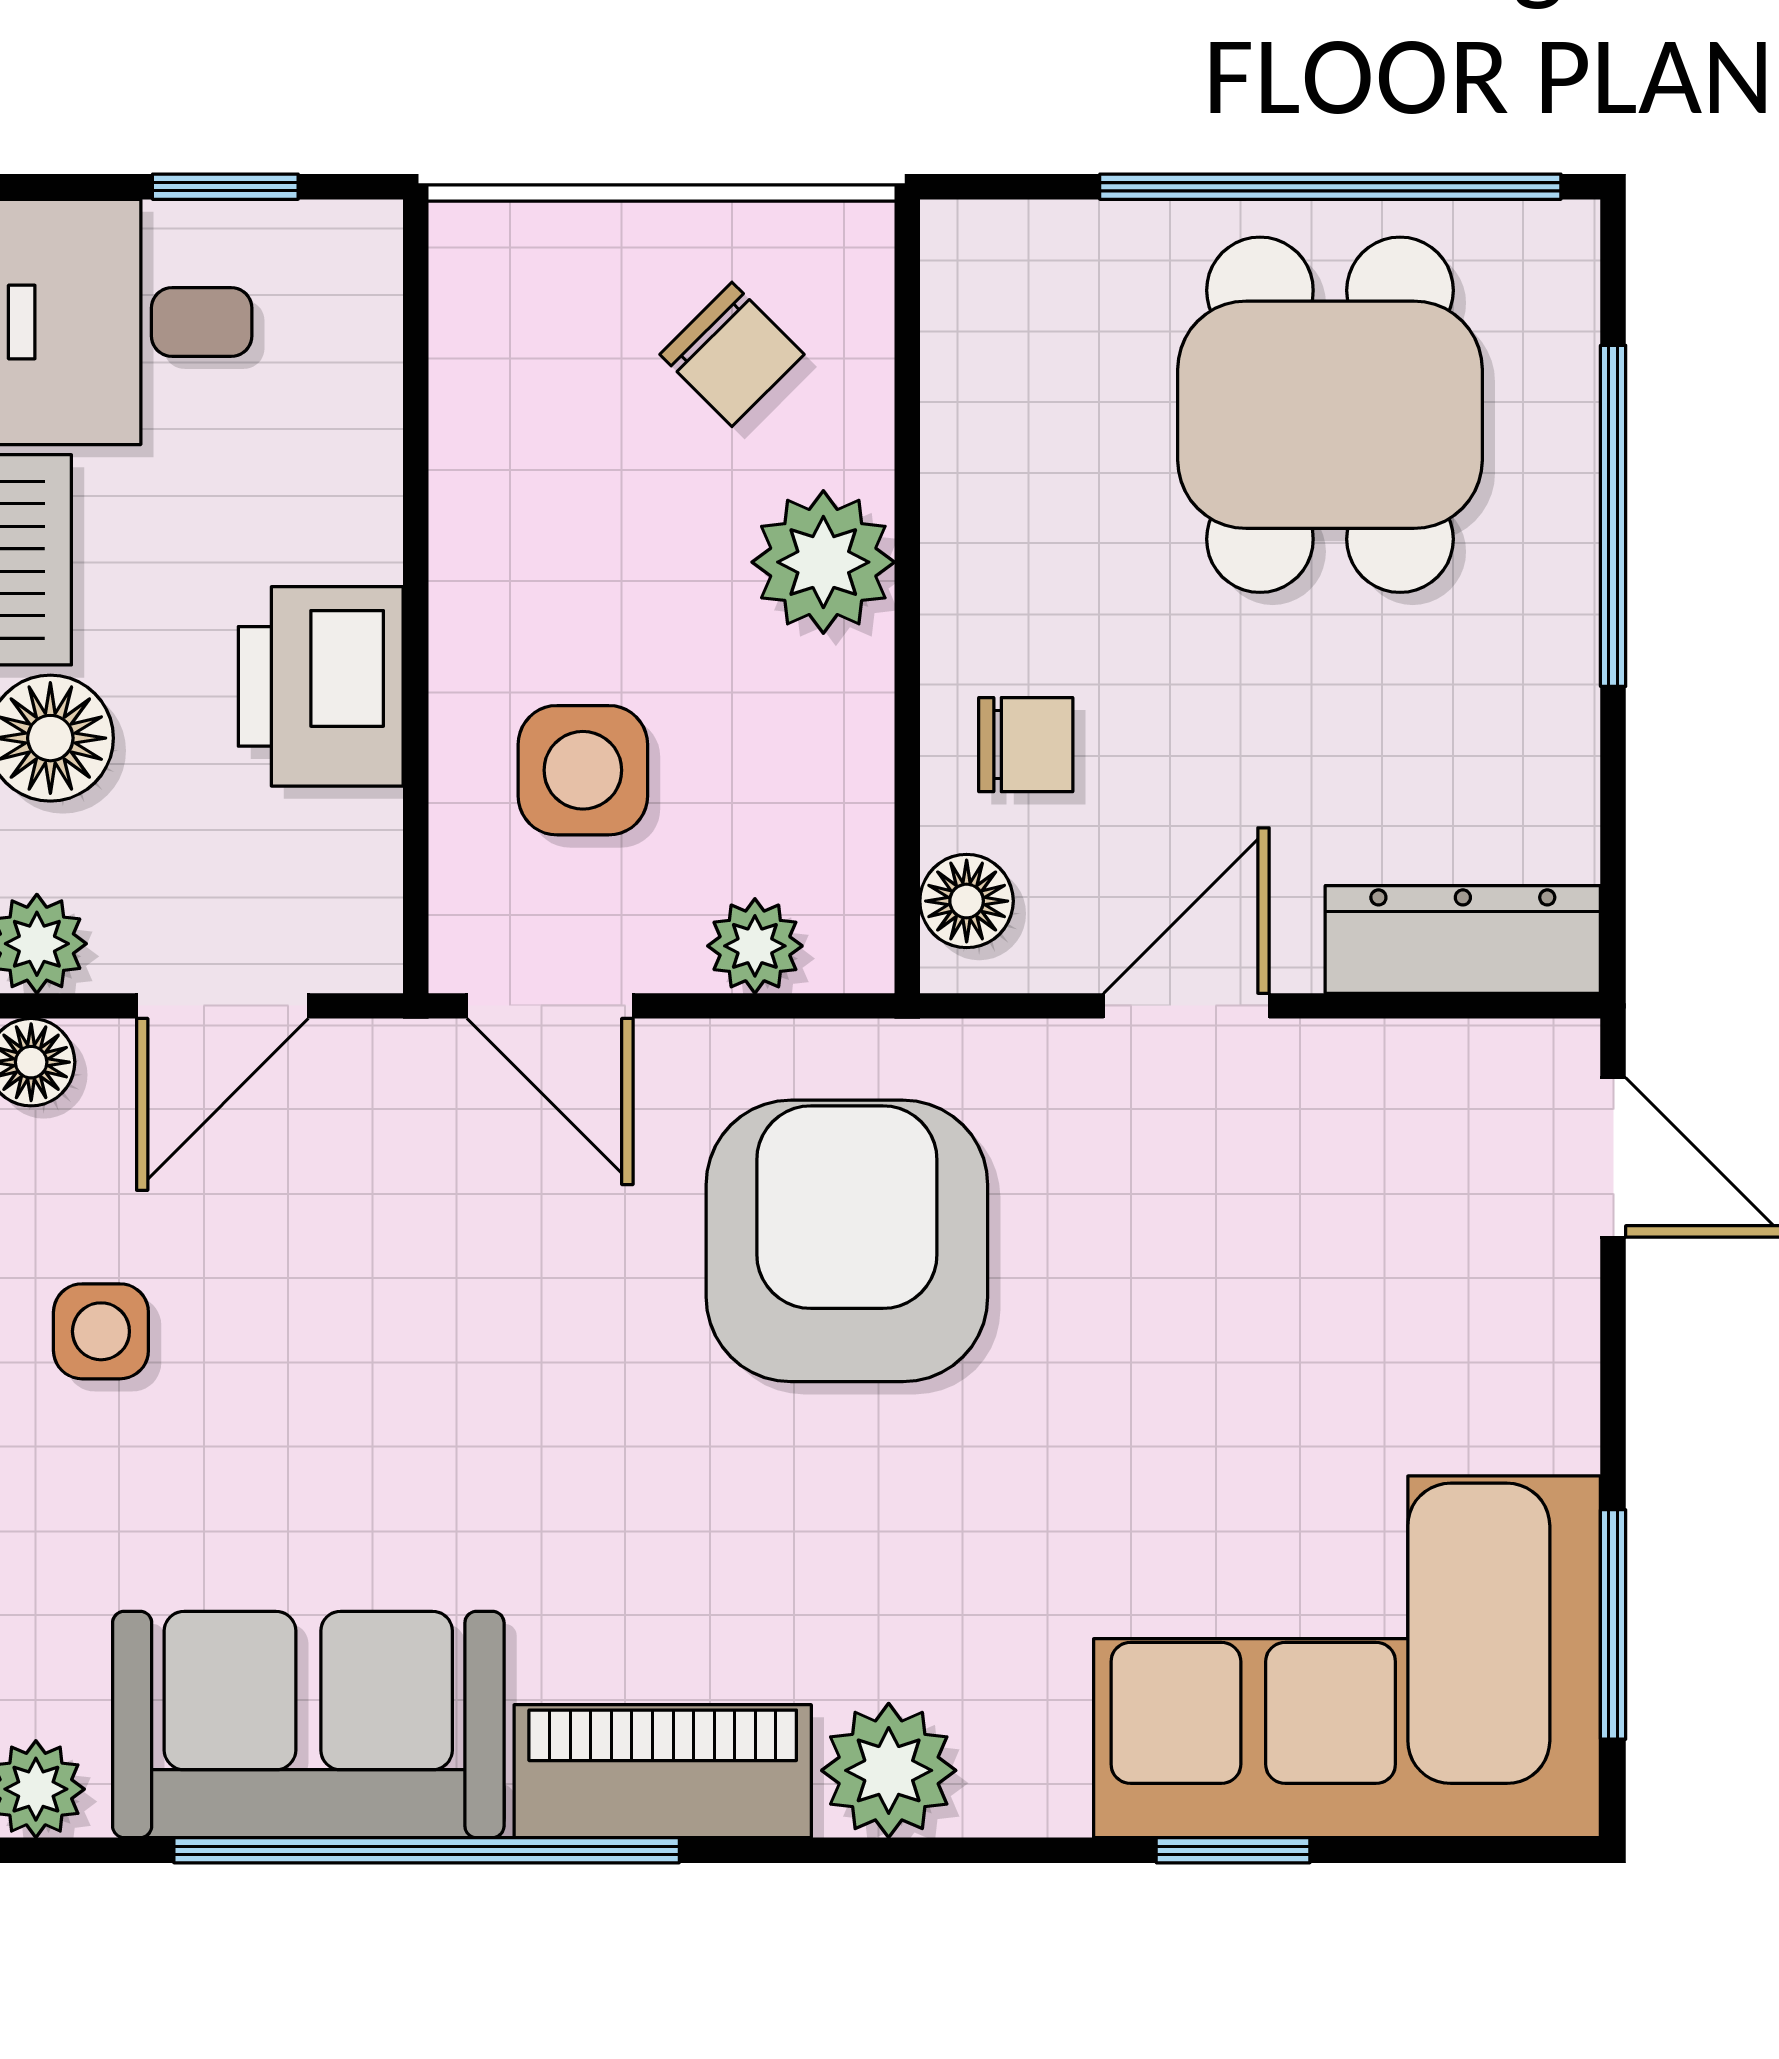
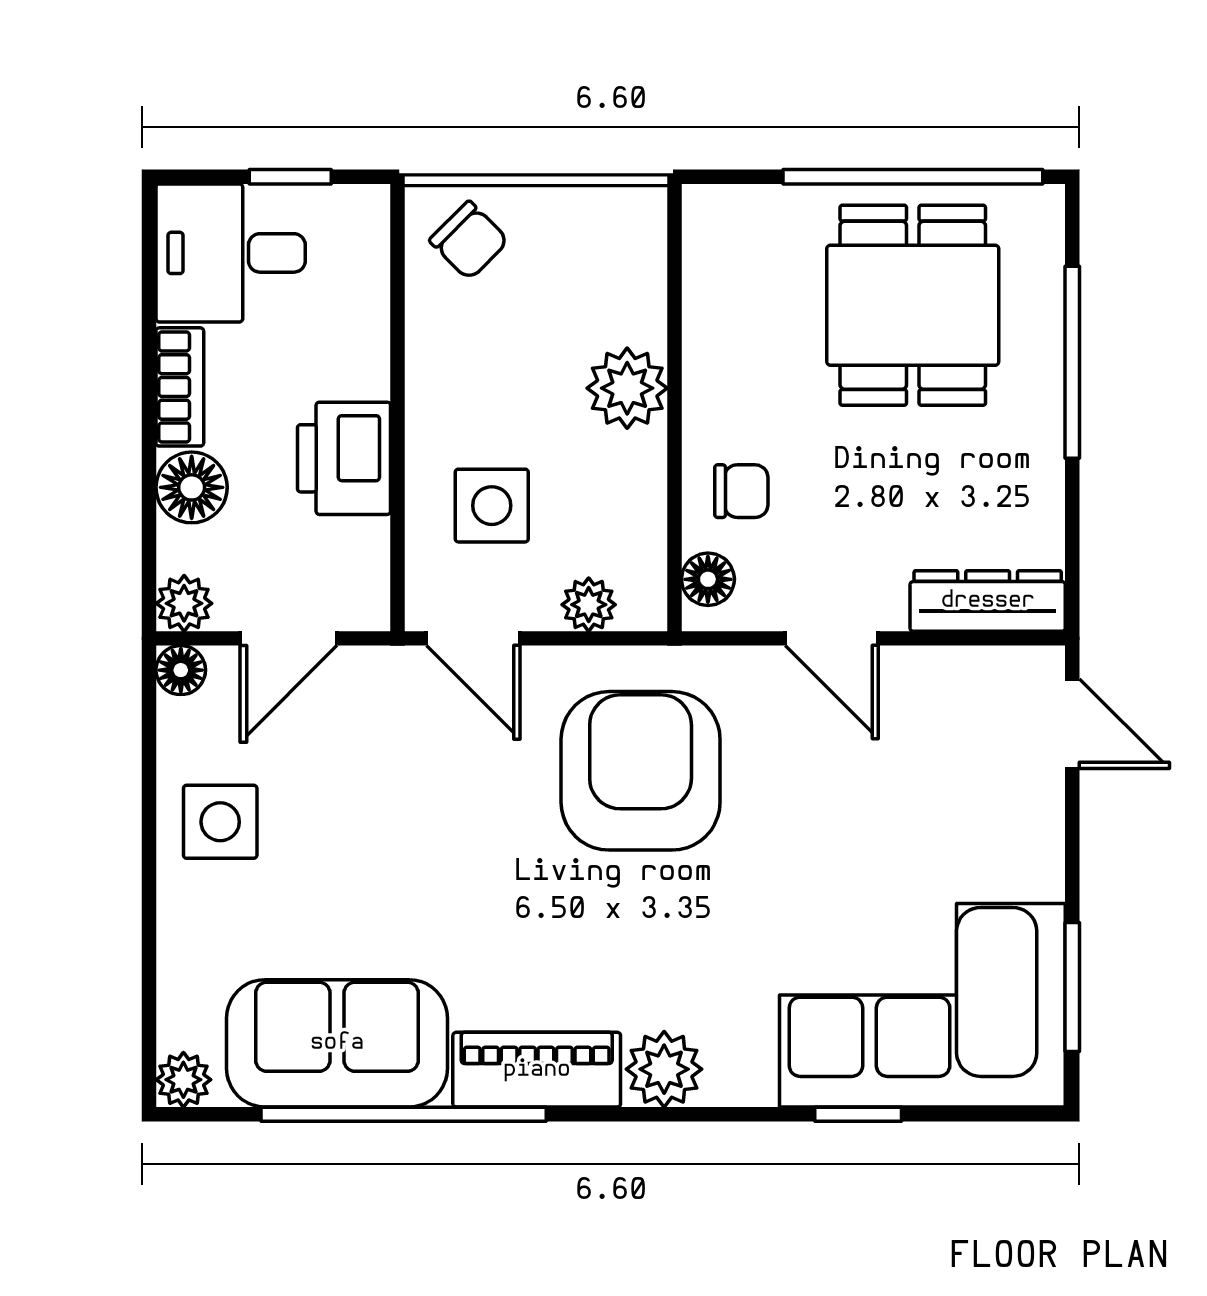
chair: (732, 354) -> (469, 240), moved
door: (1186, 1006) -> (832, 638), swing flipped
side table: (101, 1331) -> (220, 822), width x1.37, depth x1.37

